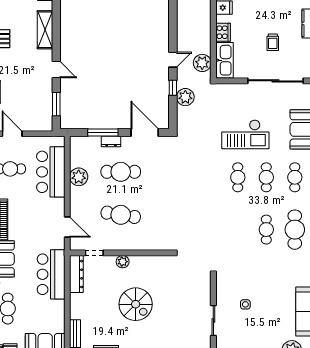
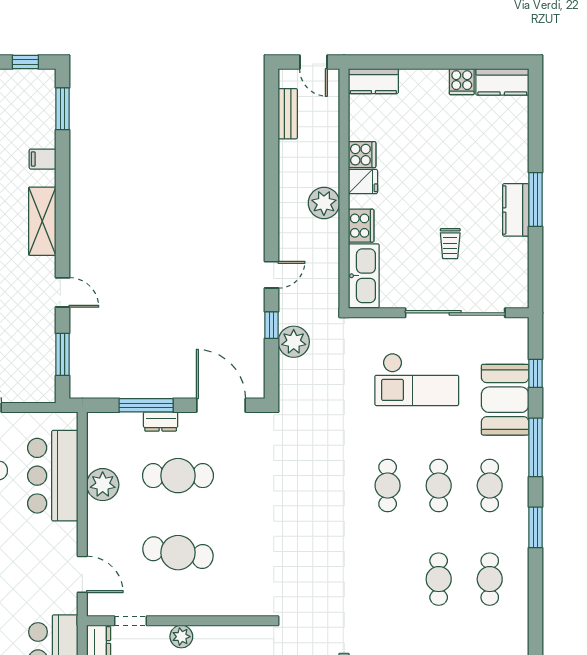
plant: (202, 63) -> (324, 203), moved
checkout: (245, 134) -> (417, 379), moved
cafe table: (295, 230) -> (490, 579), width x0.73, depth x0.74

